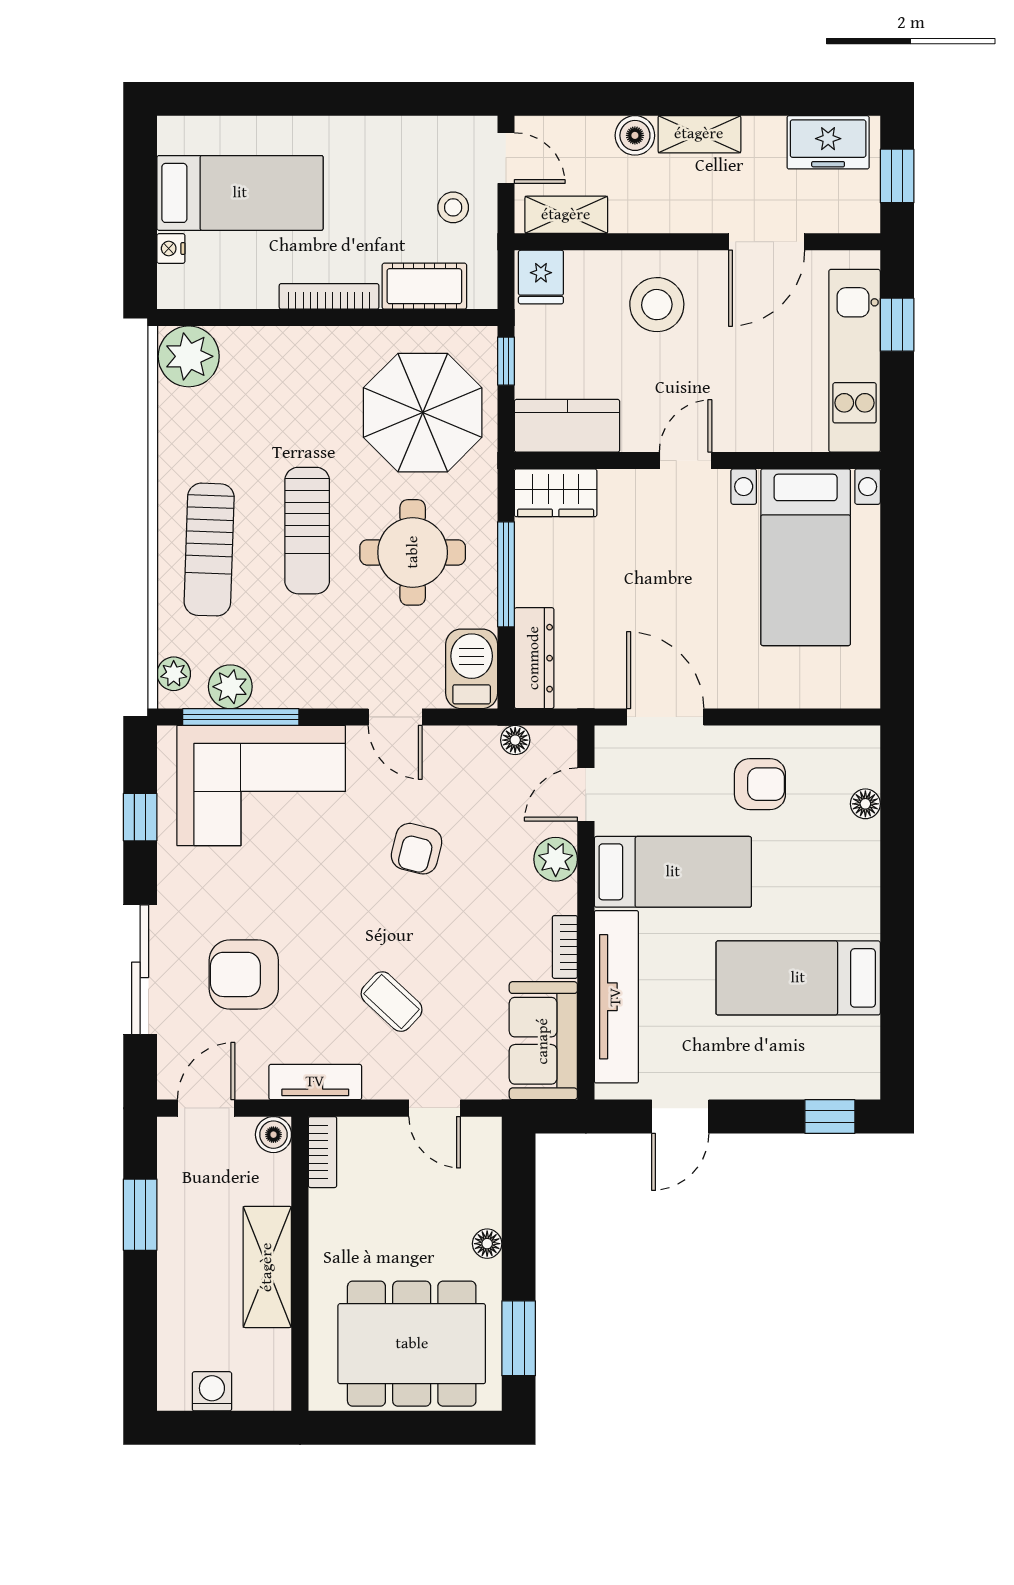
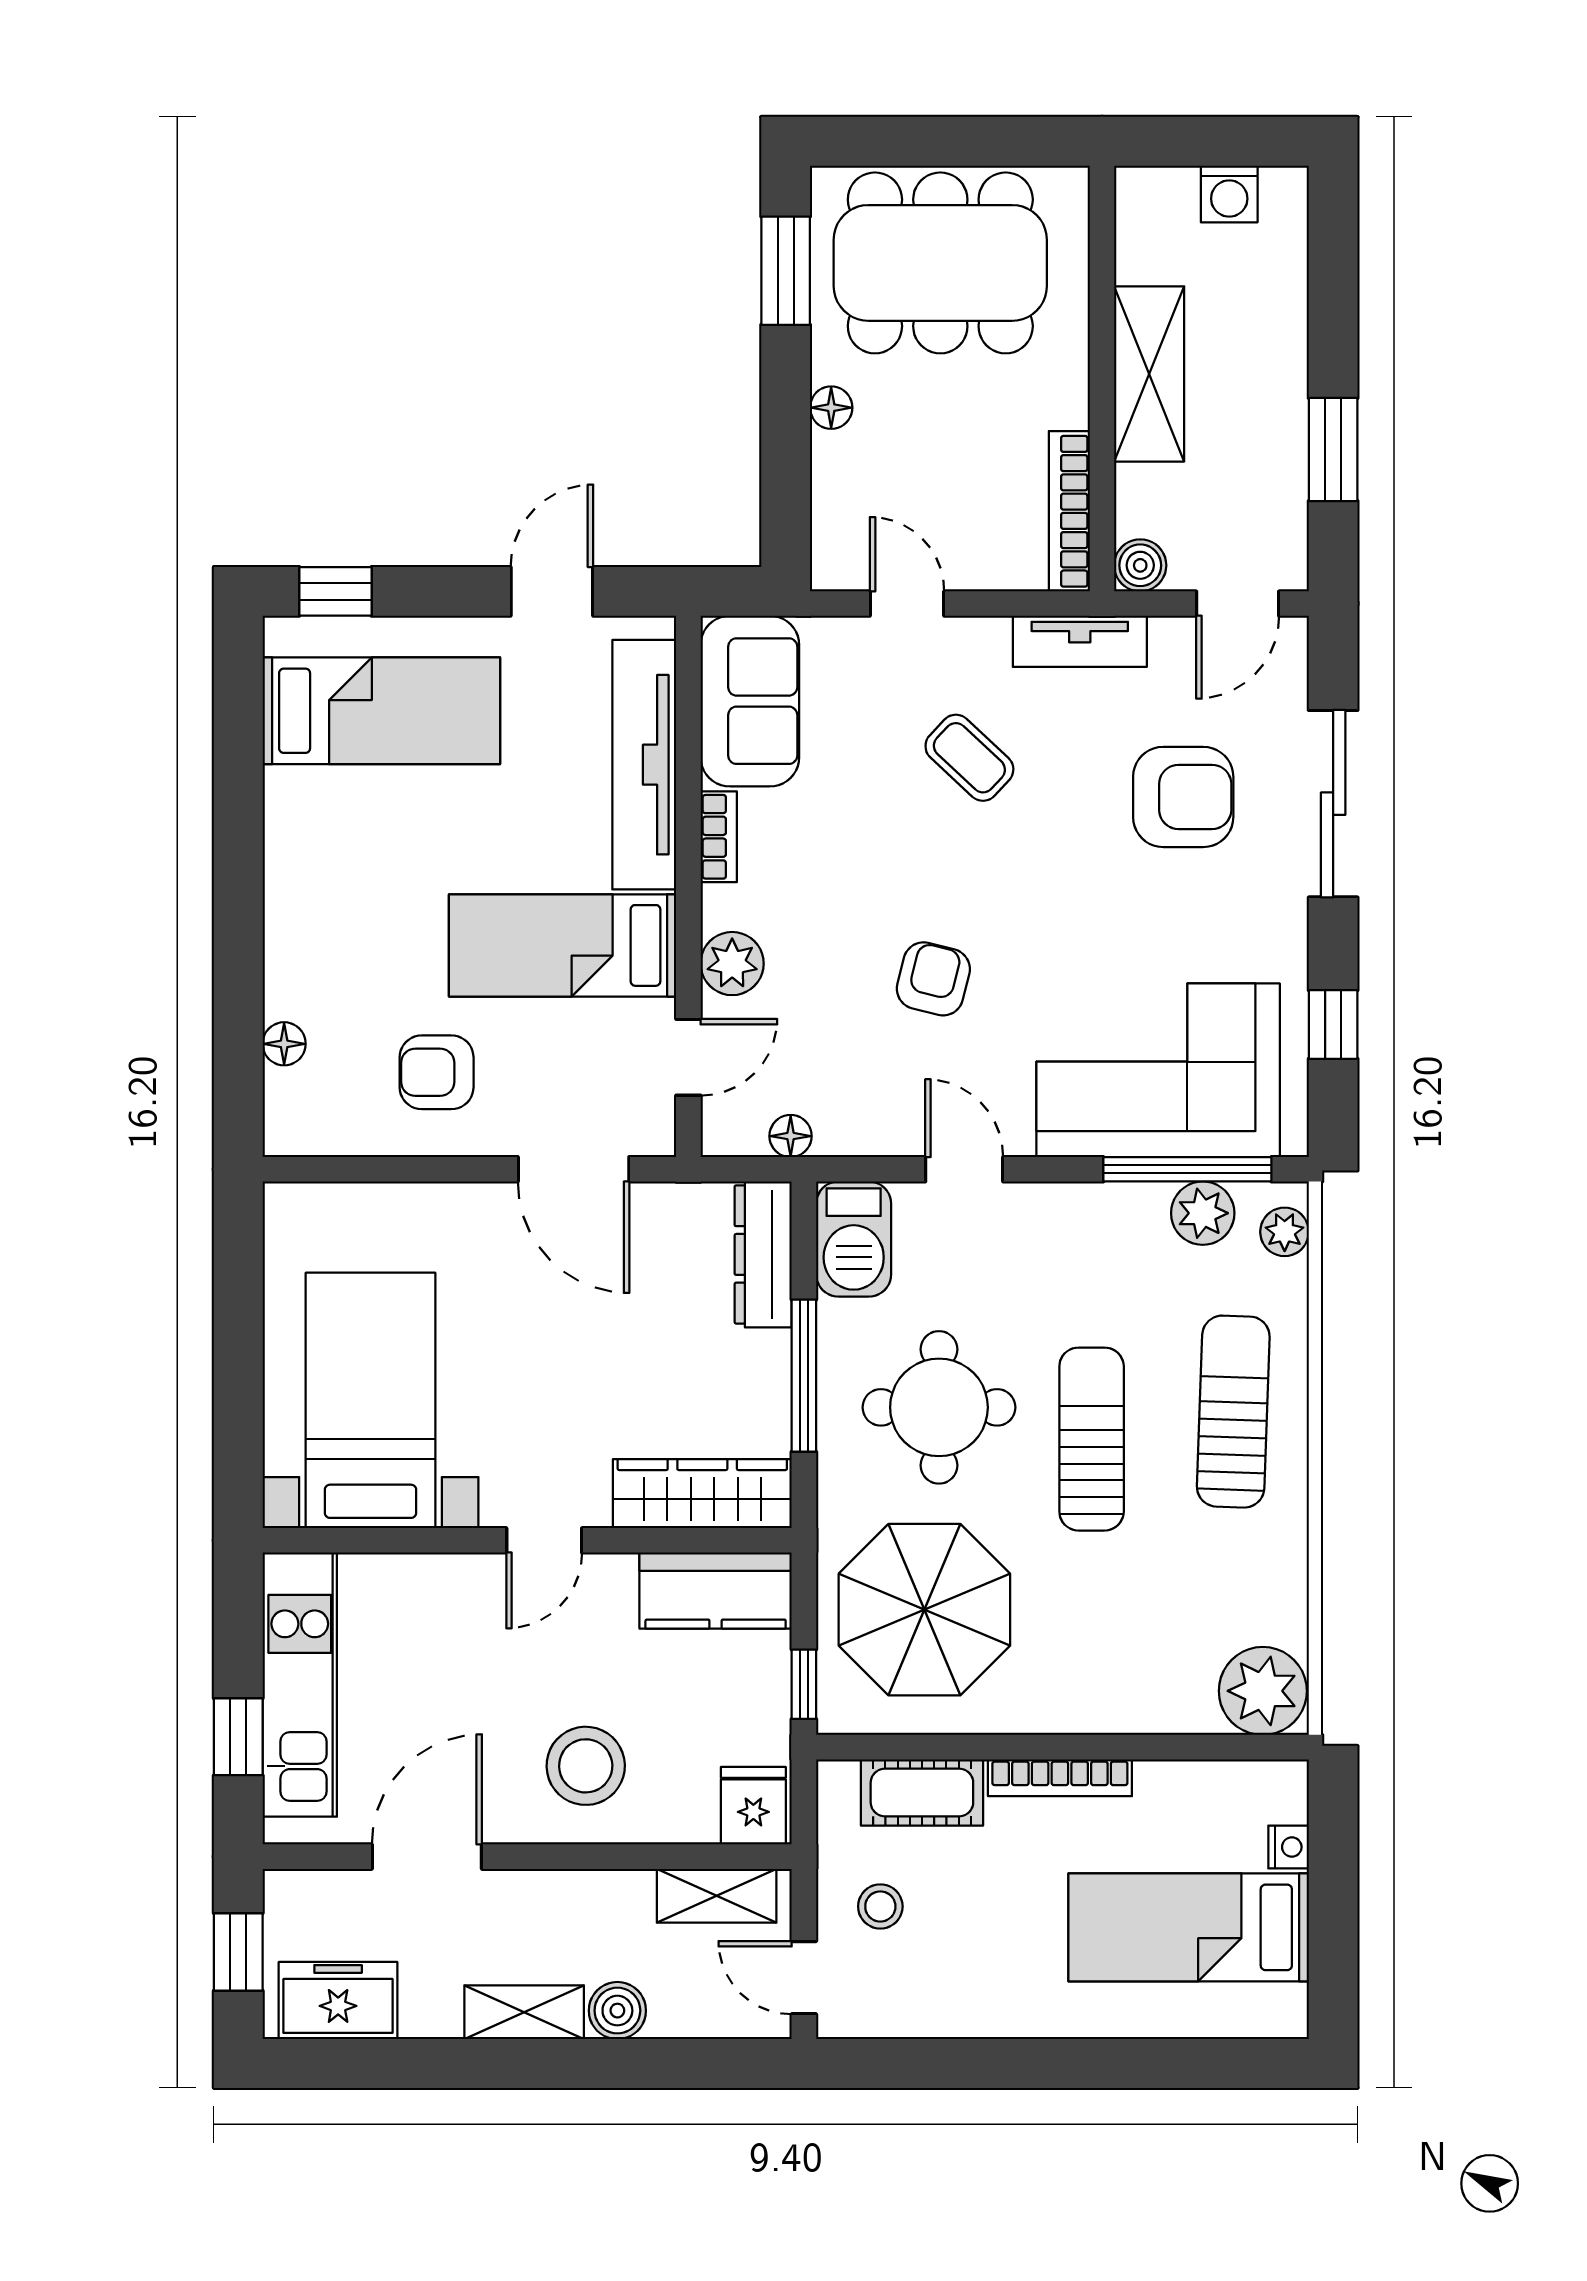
wardrobe: (556, 493) -> (702, 1494), width x1.50
bed: (798, 978) -> (381, 711), moved
bookcase: (323, 1152) -> (1069, 511), width x1.56

